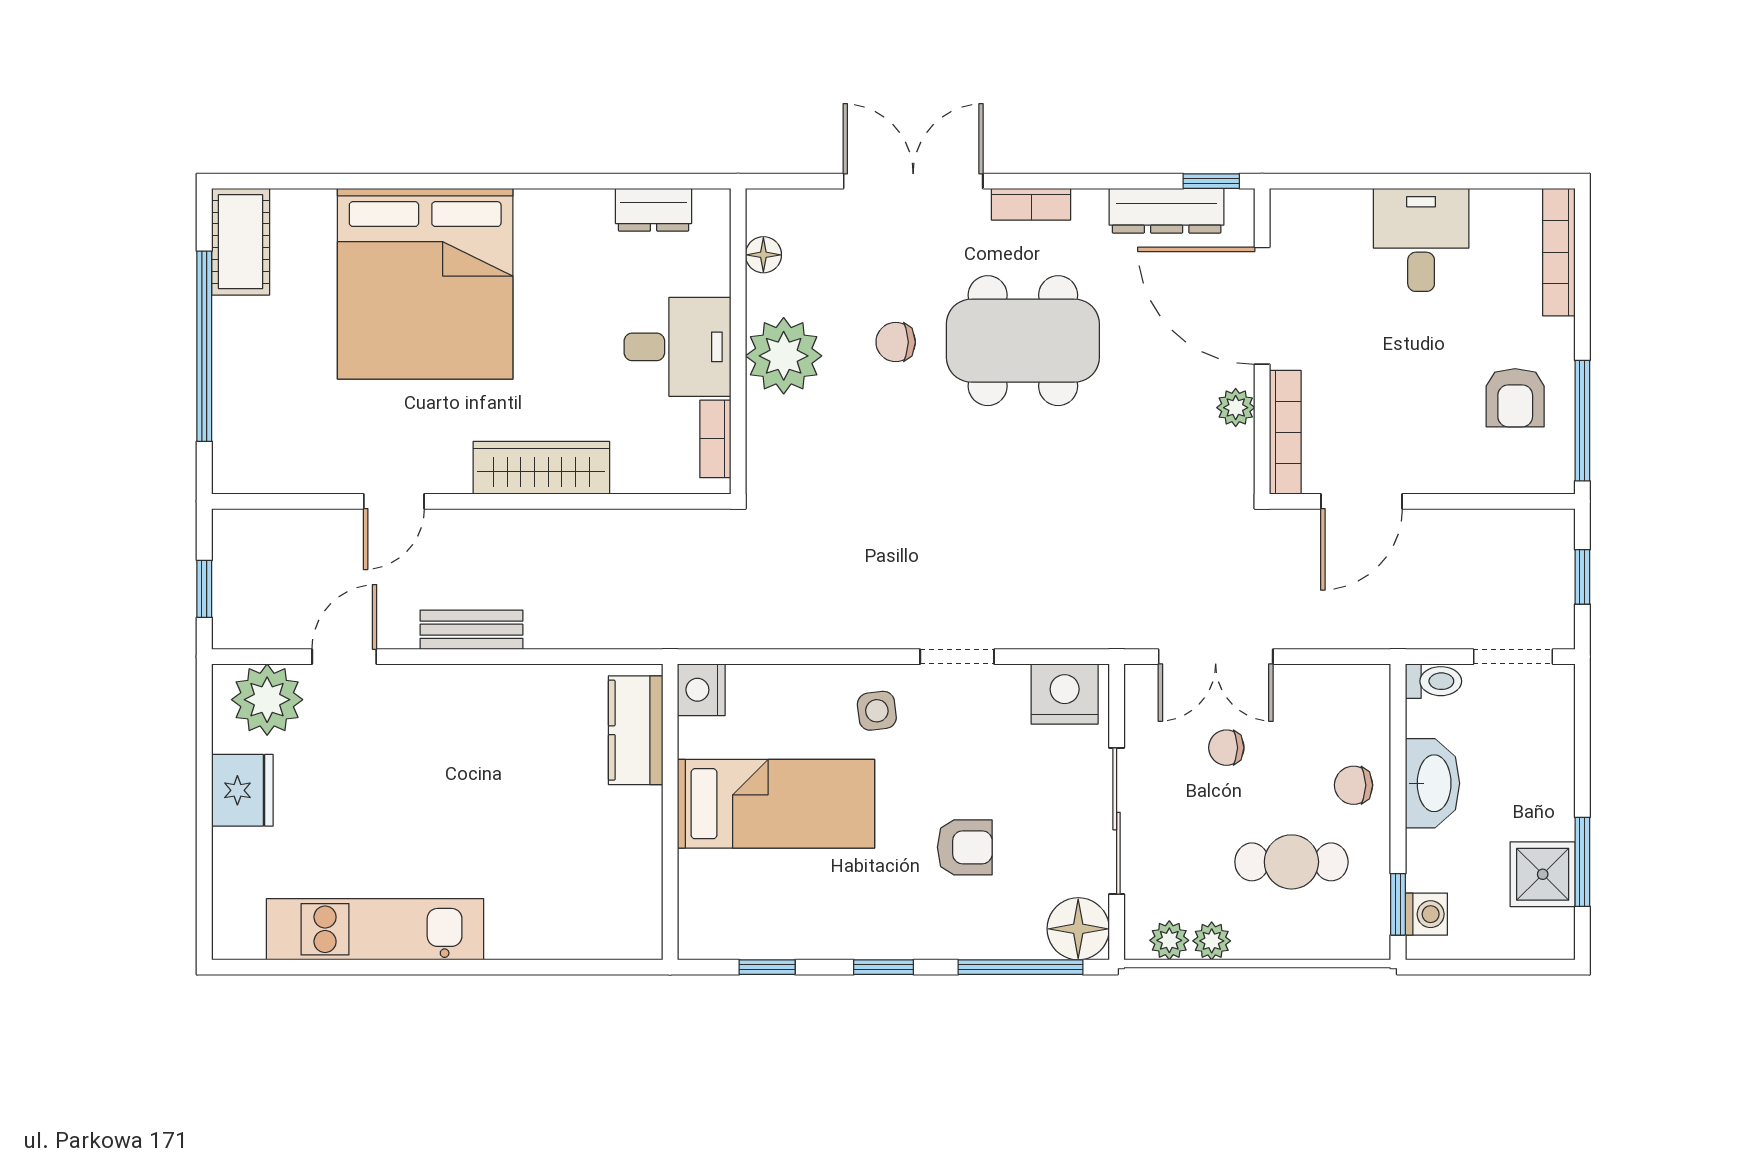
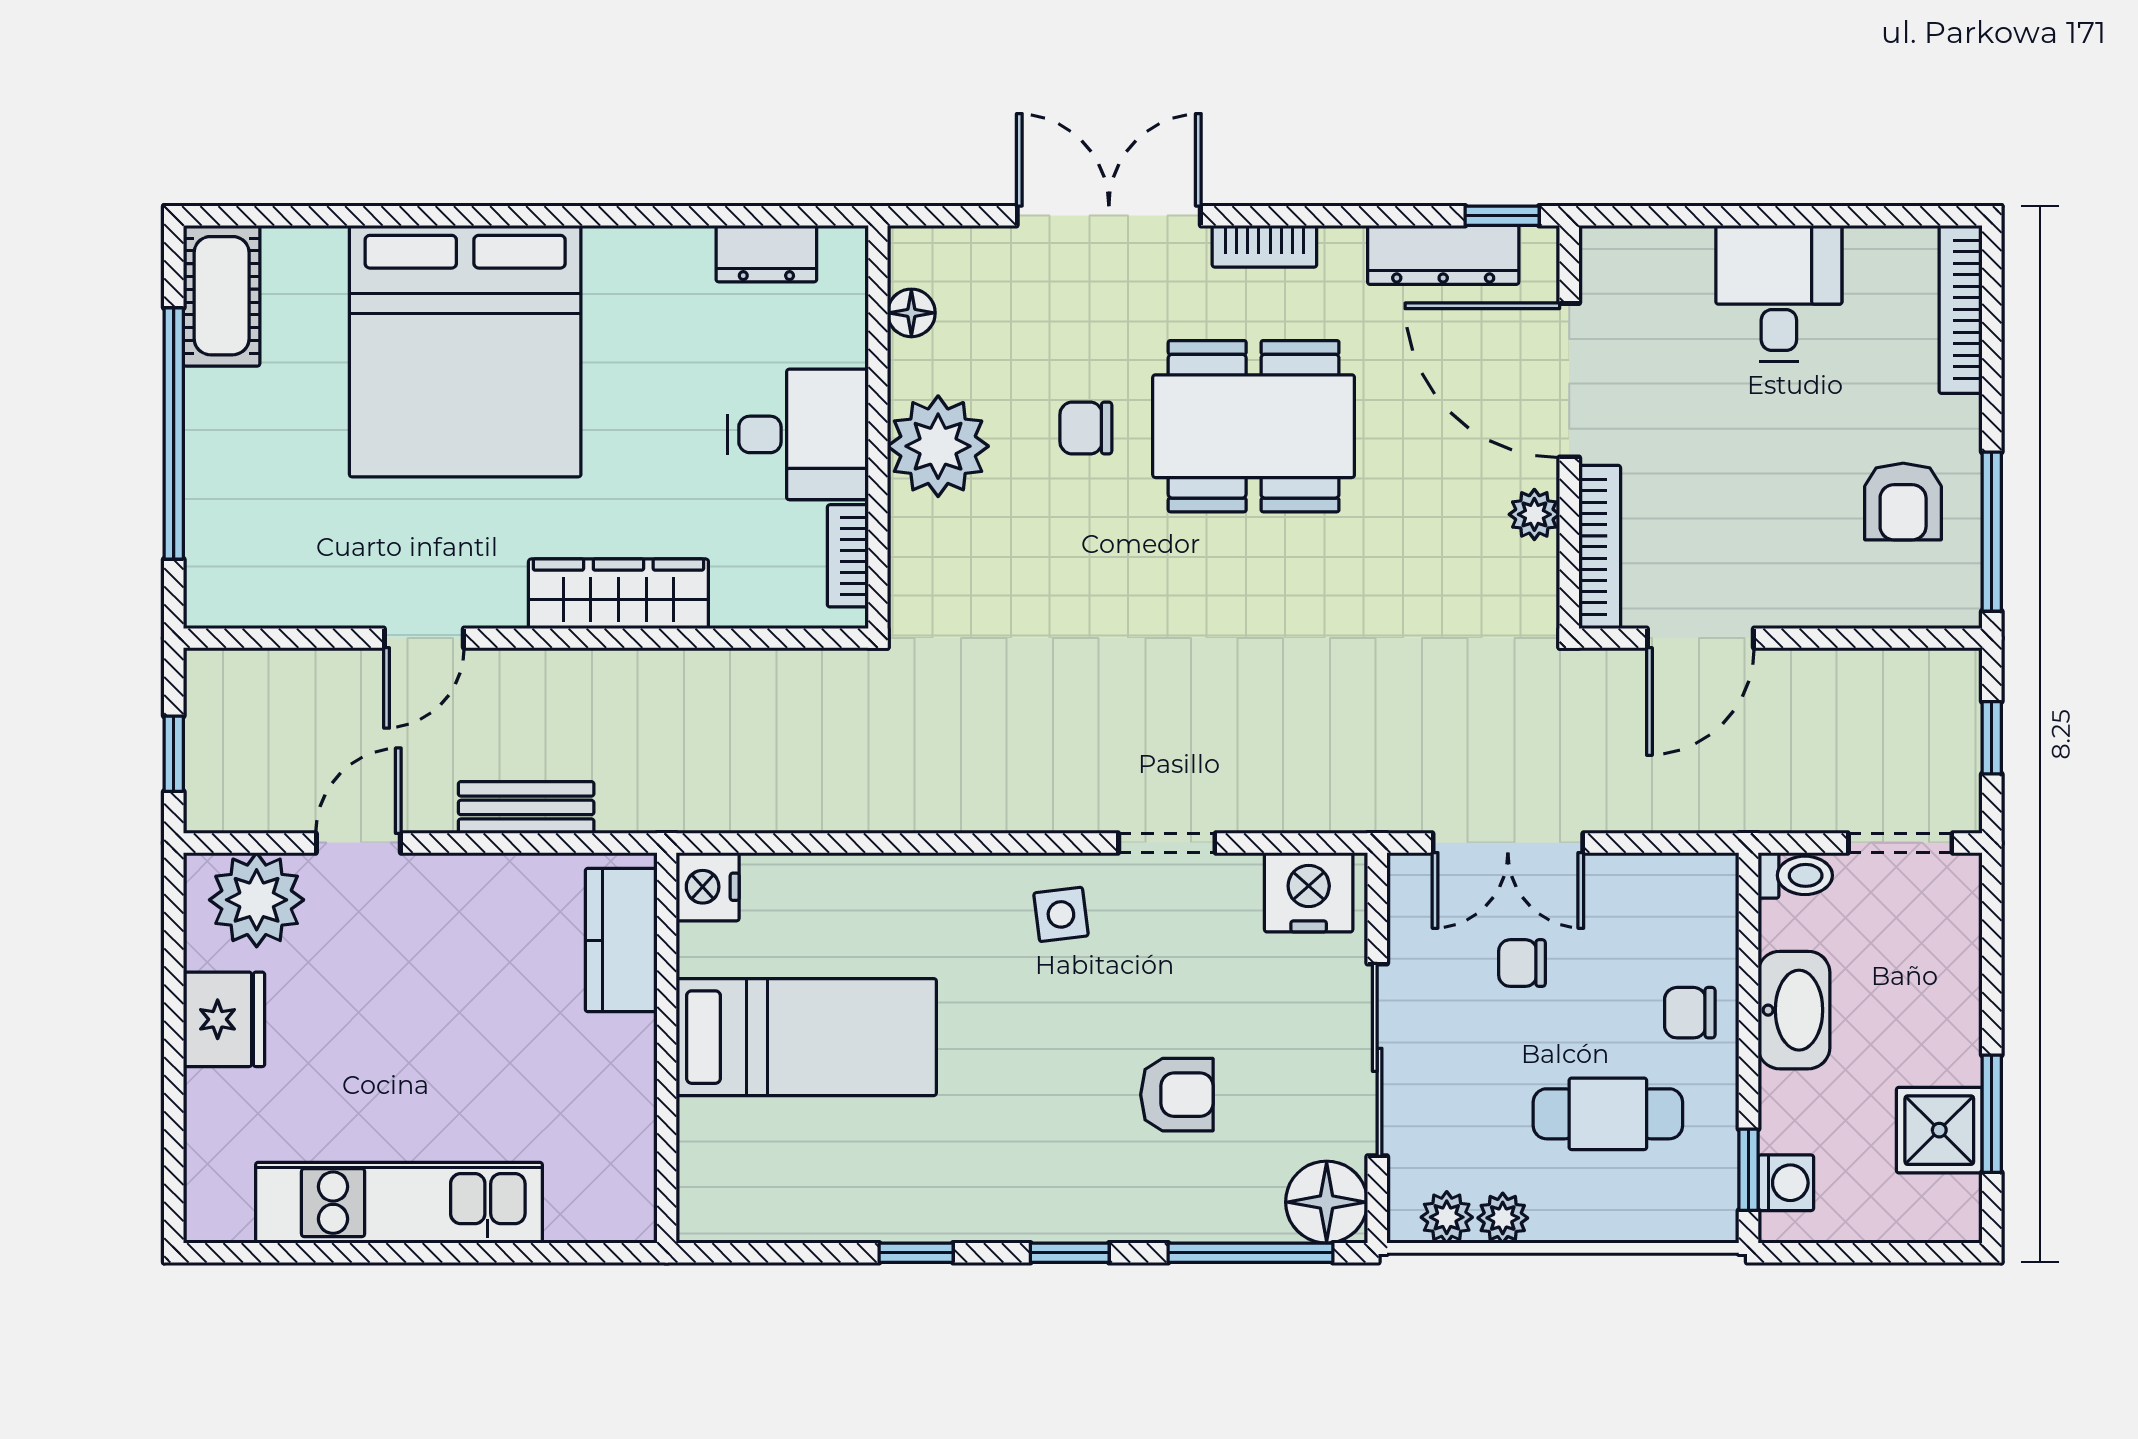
nightstand: (701, 690) -> (708, 887), moved
kitchen counter: (636, 730) -> (621, 940), moved
bed: (776, 804) -> (806, 1037), moved
wall: (670, 812) -> (667, 1048), moved

